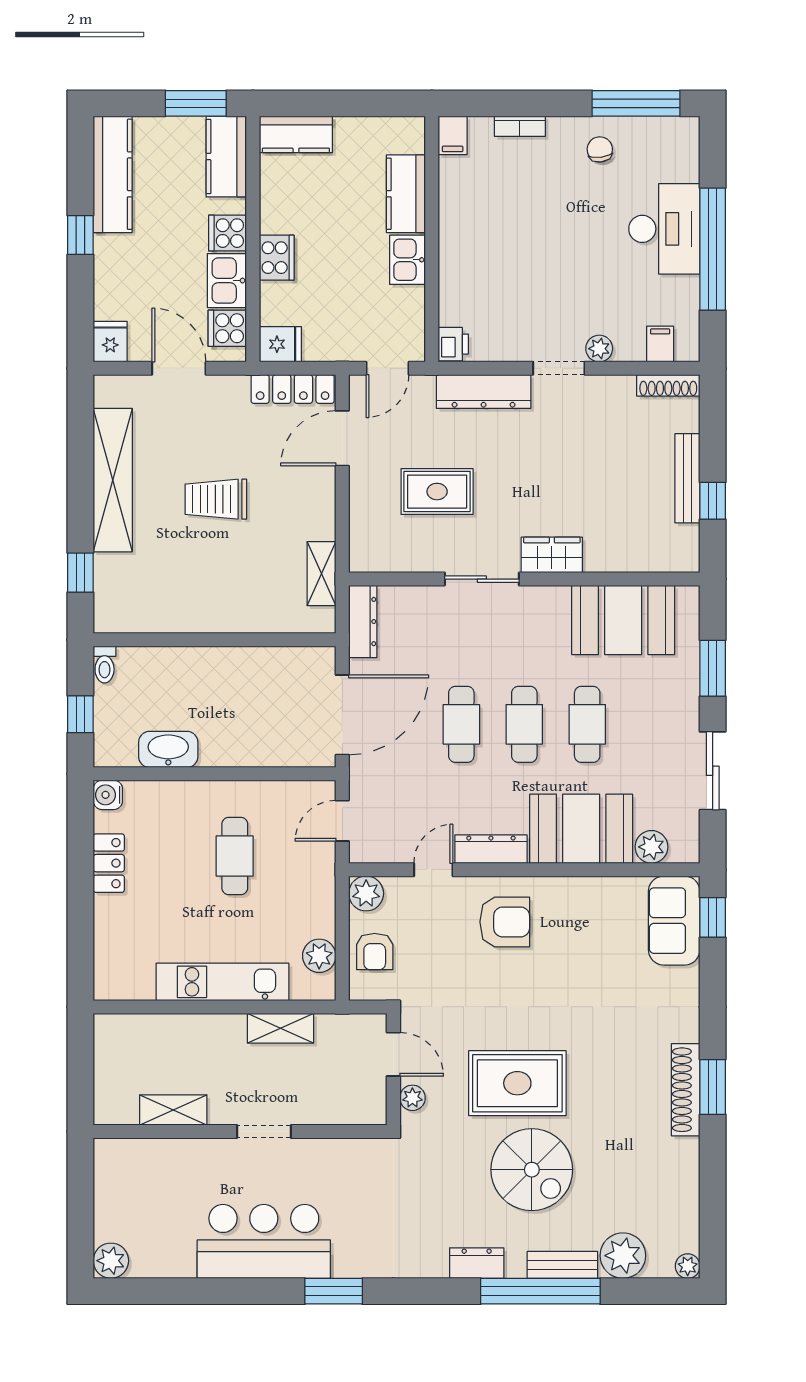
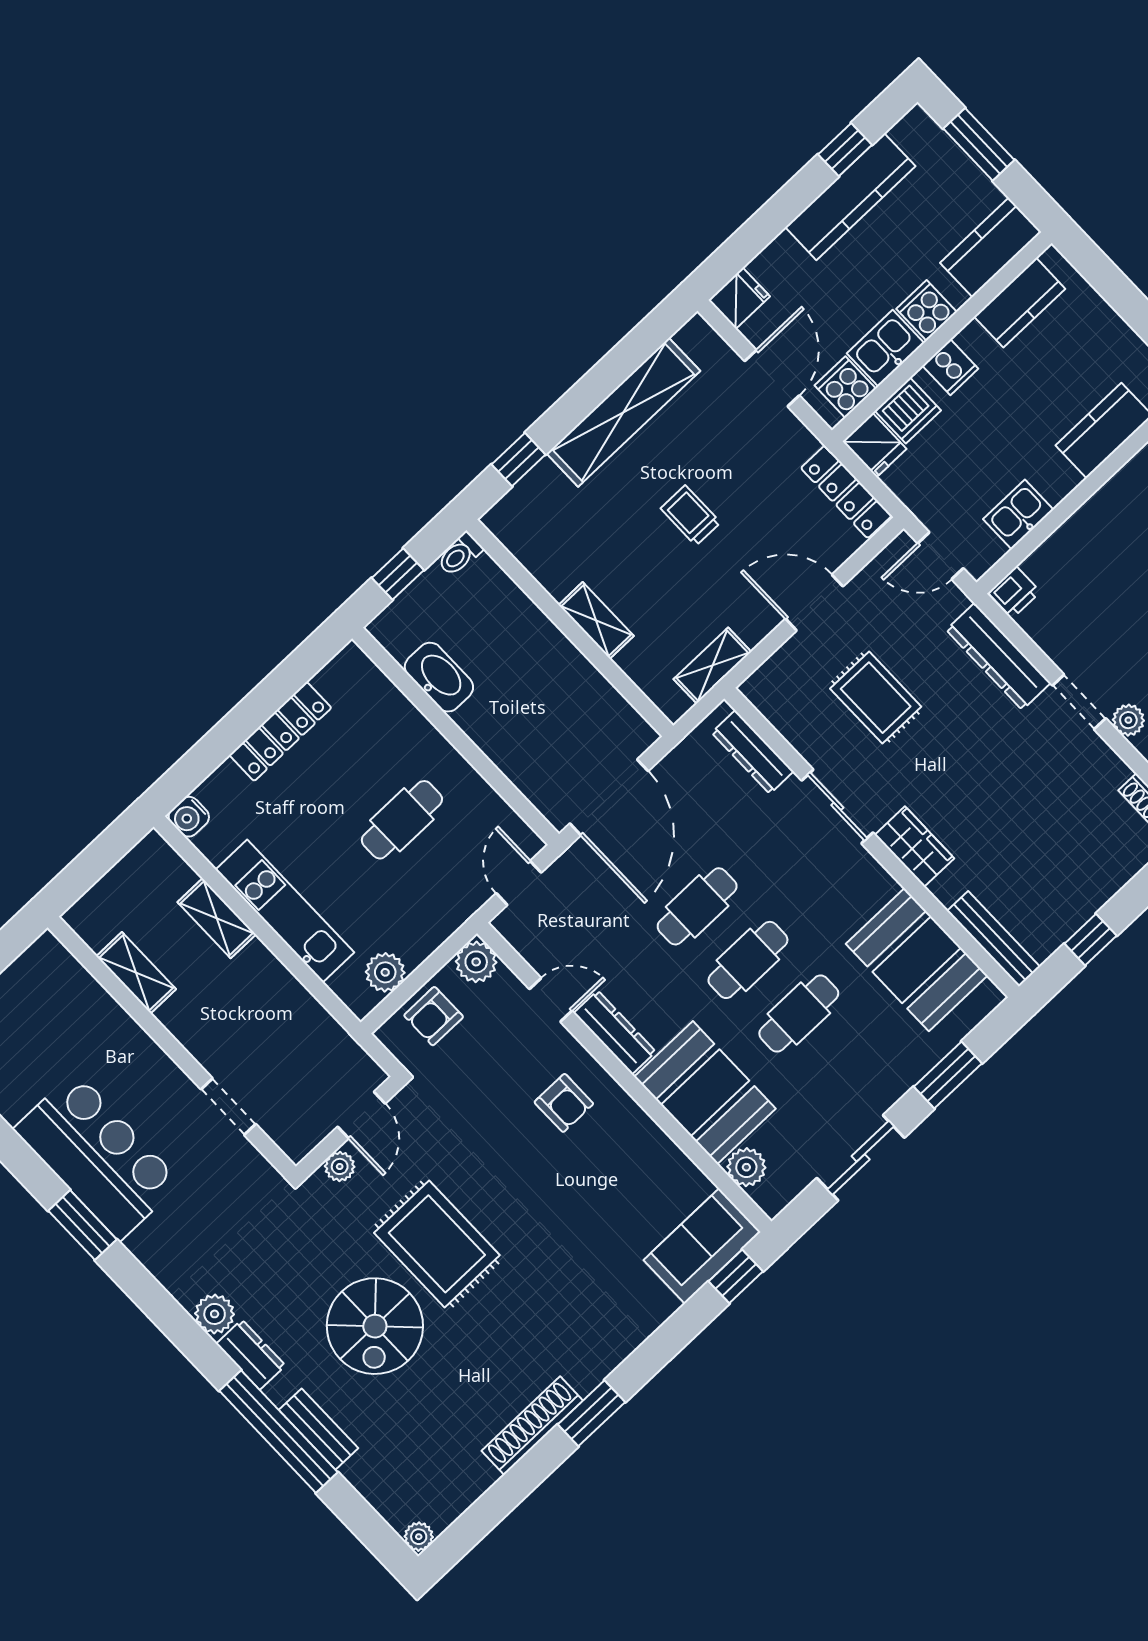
window: (196, 103) -> (979, 144), moved
kitchen counter: (296, 134) -> (1020, 303), moved, turned -90
kitchen counter: (113, 174) -> (850, 197), moved
window: (80, 235) -> (845, 150), moved
cooker: (277, 258) -> (950, 367), width x0.73
kitchen sink: (407, 260) -> (1018, 514), moved
dishwasher: (279, 303) -> (908, 411), added
door: (342, 438) -> (814, 603), moved
bench: (687, 478) -> (994, 939), moved, turned 90
trolley: (216, 499) -> (691, 515), width x0.73, depth x0.72
shelving: (225, 619) -> (596, 620), added
dresser: (363, 622) -> (753, 752), moved, turned 90
door: (342, 715) -> (609, 797), hinge flipped
water cooler: (108, 795) -> (189, 817), moved, turned -90
door: (342, 821) -> (519, 883), hinge flipped
locker: (109, 863) -> (280, 731), width x1.53
armchair: (505, 922) -> (564, 1103), width x0.72, depth x0.72
shelving: (280, 1028) -> (217, 918), moved
shoe rack: (686, 1090) -> (532, 1426), moved
doorway: (264, 1131) -> (228, 1107), moved
plant: (623, 1256) -> (215, 1314), moved, width x0.73, depth x0.73
window: (334, 1291) -> (82, 1225), moved

